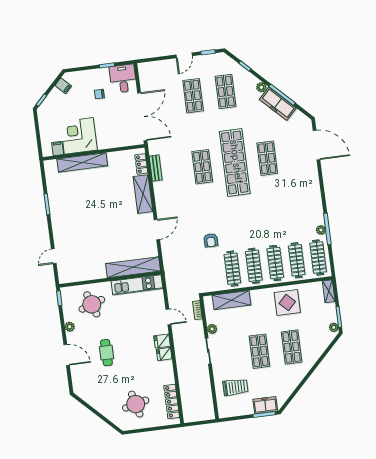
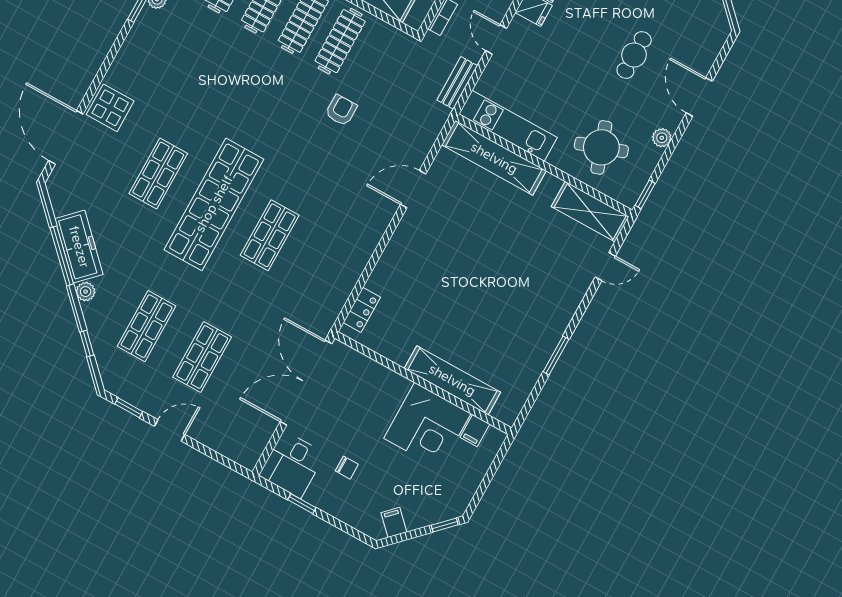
bench: (156, 168) -> (457, 83), moved
display table: (307, 171) -> (110, 108), added
shelving: (143, 194) -> (590, 212), moved, turned 90

